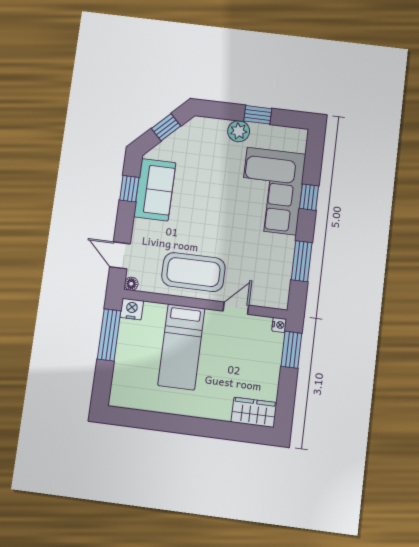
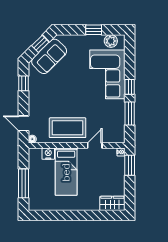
plant: (239, 131) -> (111, 41), moved
sofa: (155, 190) -> (49, 56), moved, turned 45
window: (309, 197) -> (130, 87), moved
nightstand: (132, 309) -> (48, 154), moved
window: (109, 335) -> (24, 183), moved

